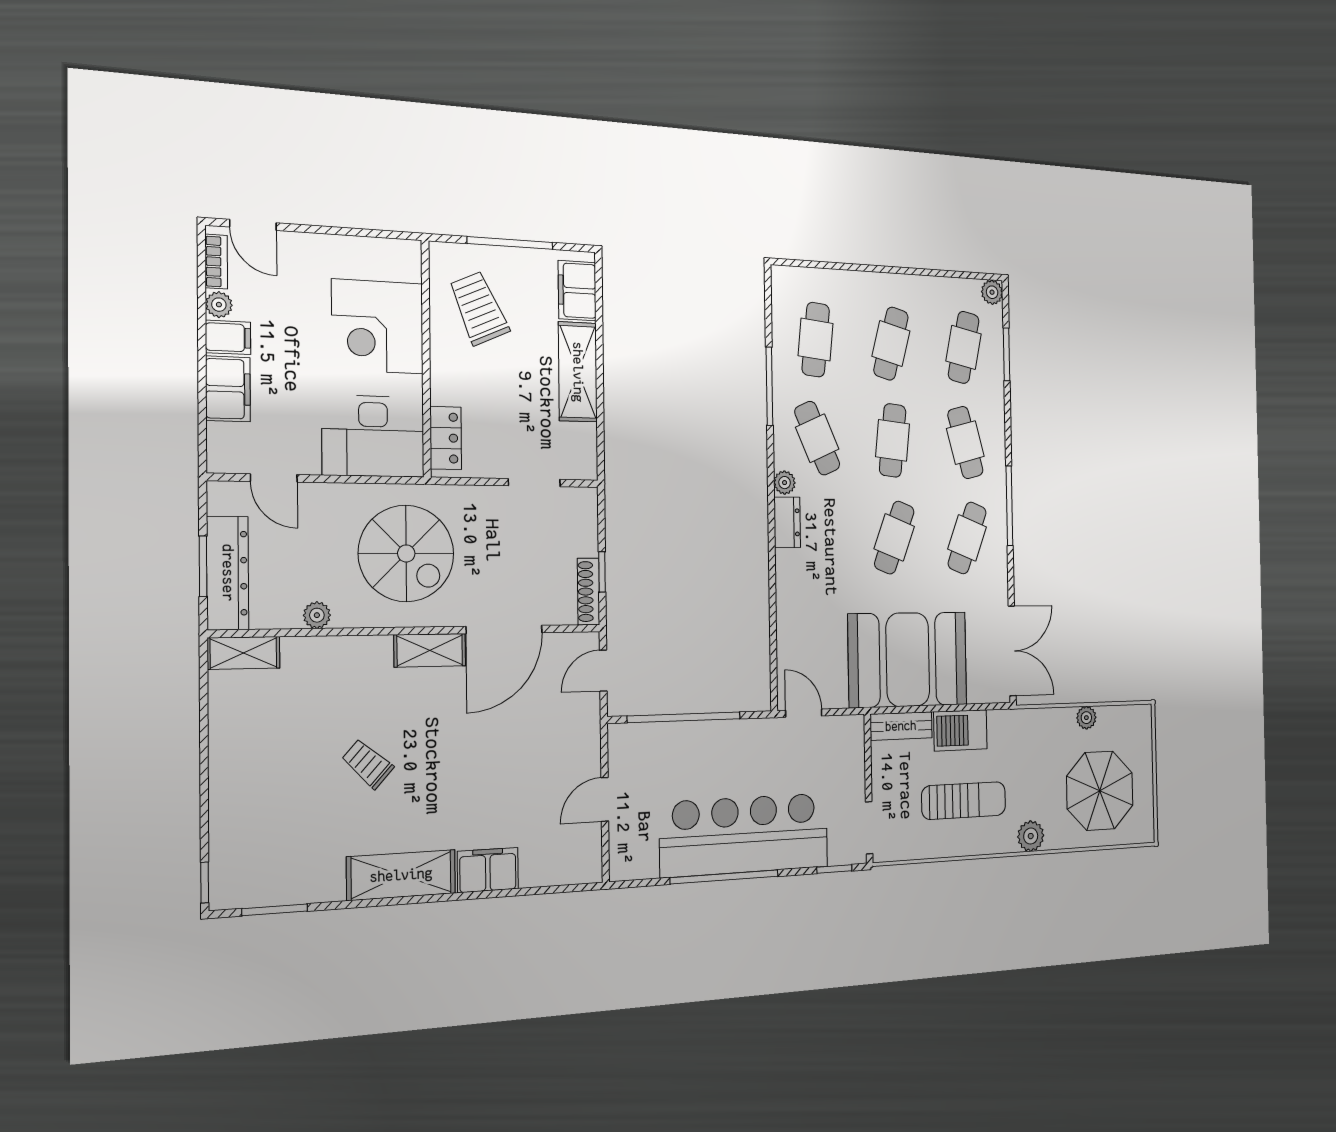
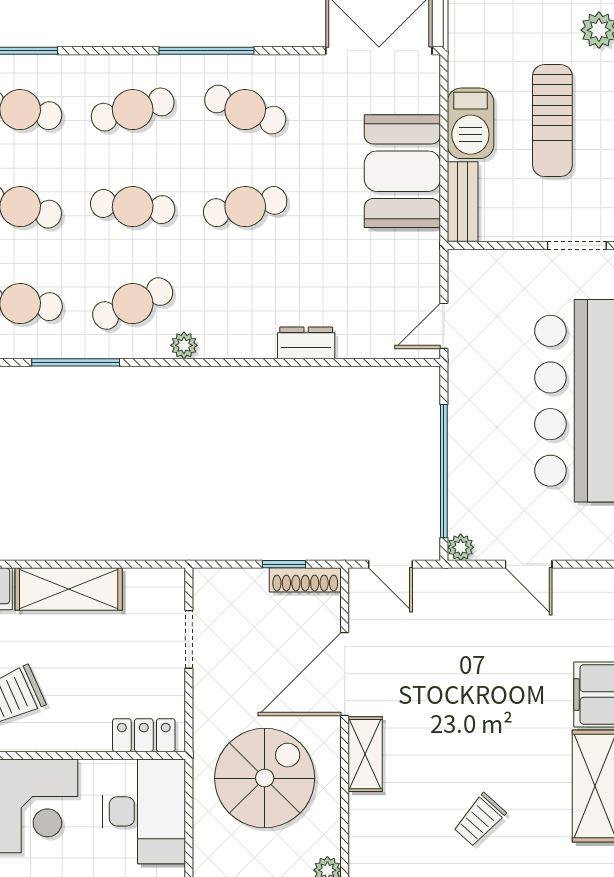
dresser: (787, 522) -> (306, 343), moved
cafe table: (894, 538) -> (245, 207), turned -33
door: (504, 630) -> (345, 674), swing flipped
booth: (908, 660) -> (402, 171), width x0.73, depth x0.70
plant: (619, 735) -> (461, 547), added
sun lounger: (964, 801) -> (552, 121), turned 180

